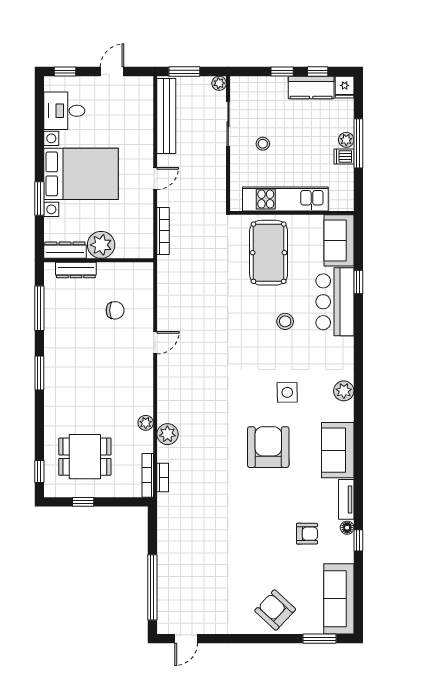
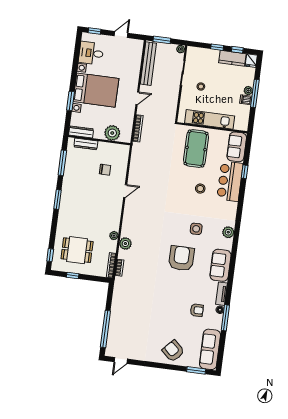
plant: (101, 245) -> (112, 133), moved
window: (358, 540) -> (225, 318), width x2.17

